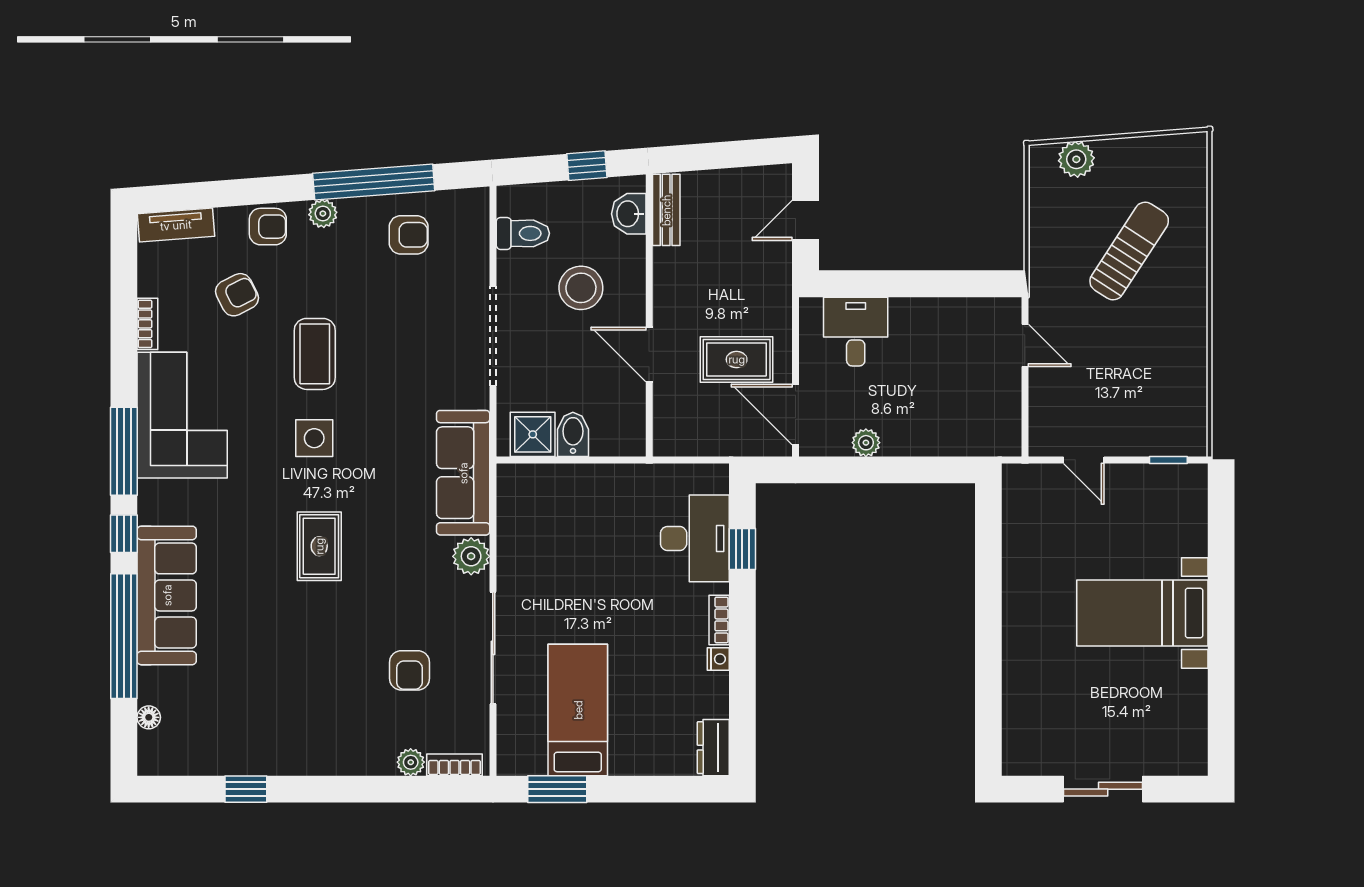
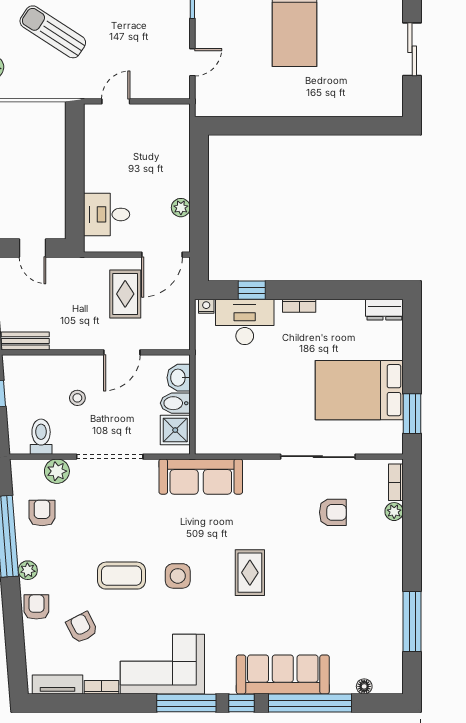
washbasin: (629, 214) -> (179, 378), moved, turned 90
tv unit: (176, 225) -> (57, 685), moved, turned -86
stool: (581, 288) -> (77, 398), width x0.53, depth x0.53
rug: (319, 546) -> (250, 573), turned 90
plant: (471, 556) -> (57, 471), moved
nightstand: (718, 659) -> (206, 306), moved
bed: (578, 710) -> (359, 390), width x1.50
window: (246, 789) -> (412, 622), width x2.17

